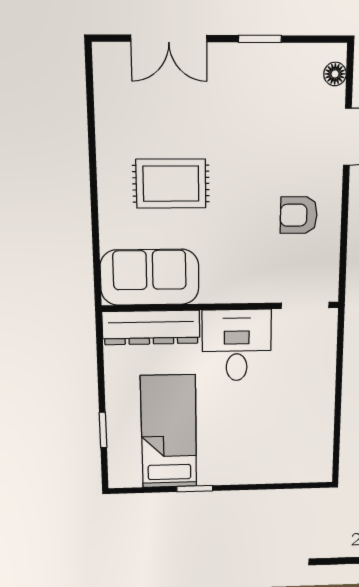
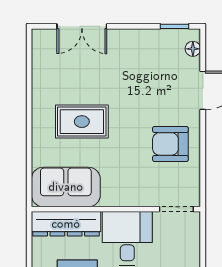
window: (260, 39) -> (175, 26), moved
armchair: (299, 215) -> (170, 144), width x1.38, depth x1.38

